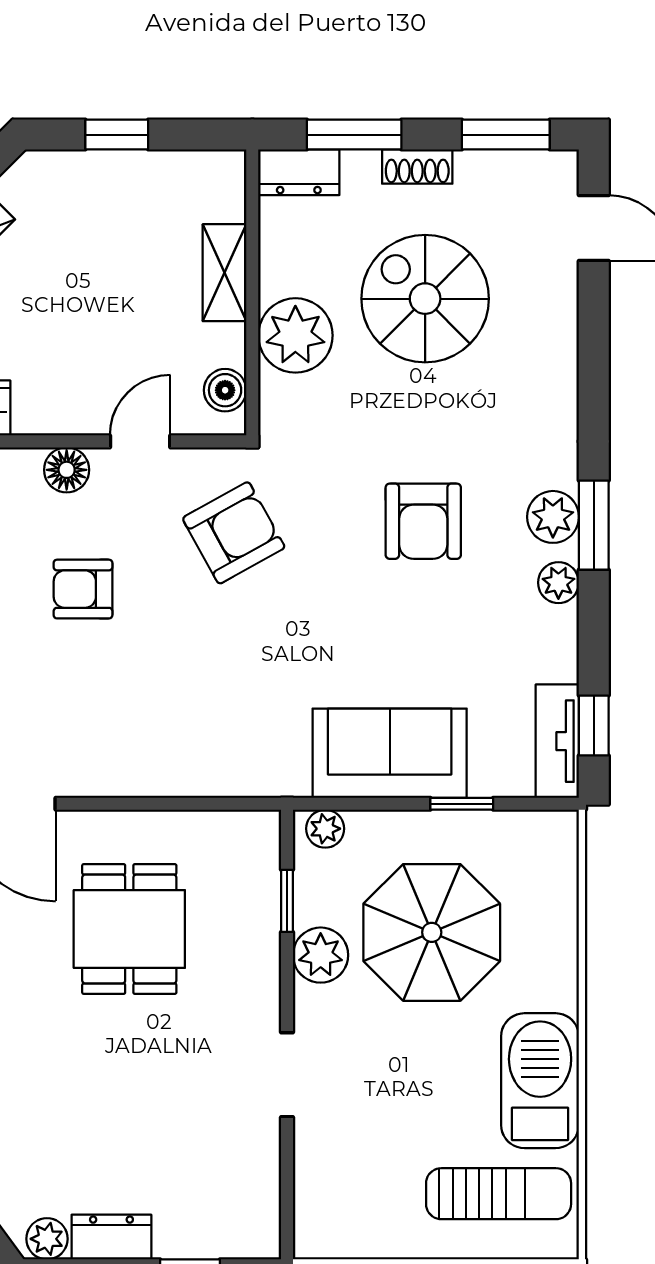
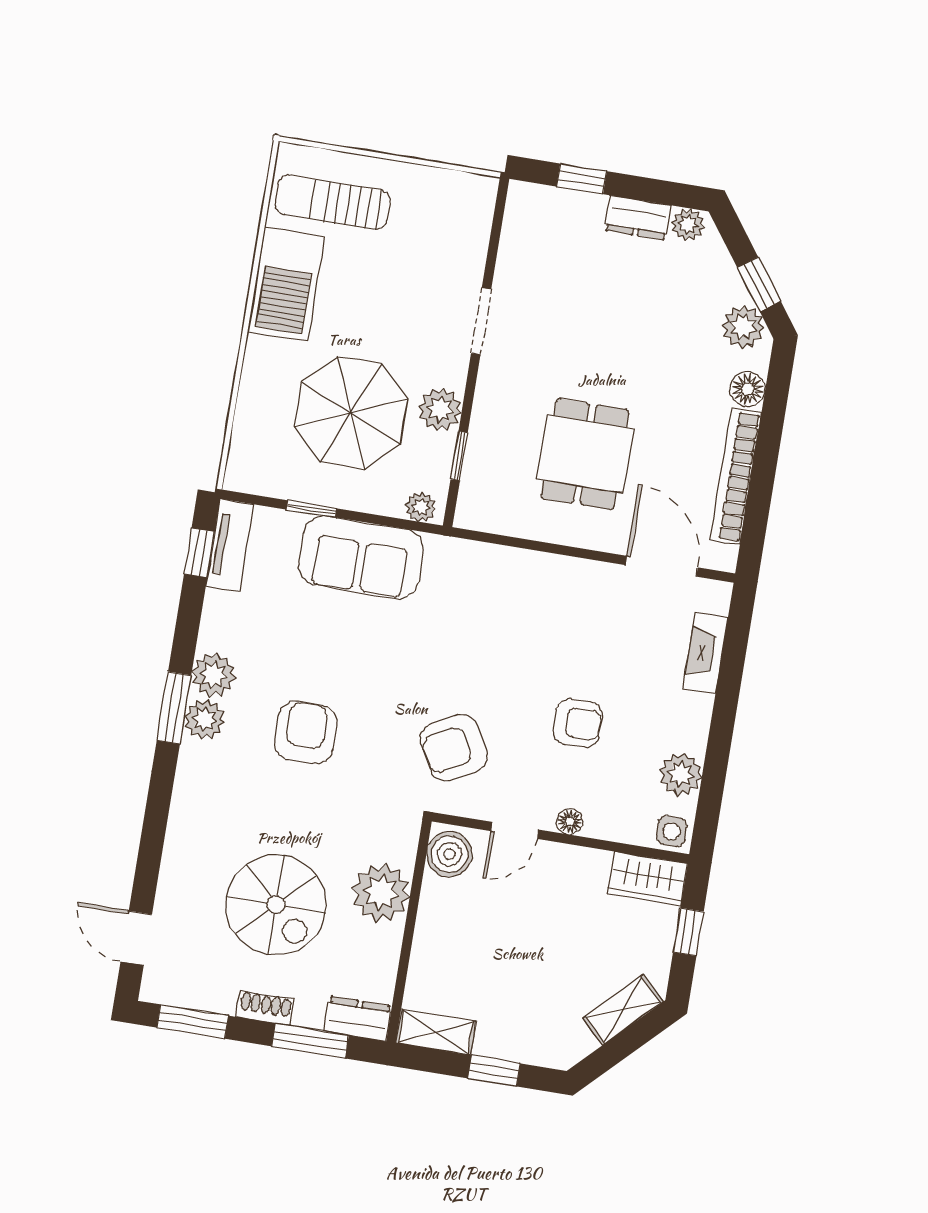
shelving: (224, 273) -> (436, 1032), moved, turned 90
boiler: (225, 390) -> (449, 854), width x1.36, depth x1.36
floor lamp: (67, 470) -> (570, 822), width x0.73, depth x0.73
plant: (558, 583) -> (214, 675), width x1.38, depth x1.38

